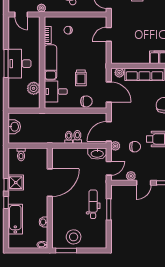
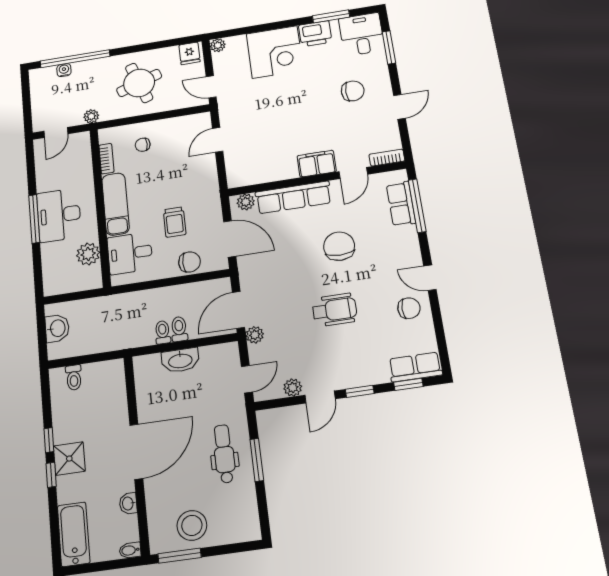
door: (21, 15) -> (56, 133), hinge flipped
chair: (135, 147) -> (293, 331), removed
washbasin: (97, 153) -> (180, 360), moved
shower: (16, 183) -> (69, 459), moved
door: (50, 183) -> (136, 452), moved
bathtub: (15, 219) -> (74, 534), moved

